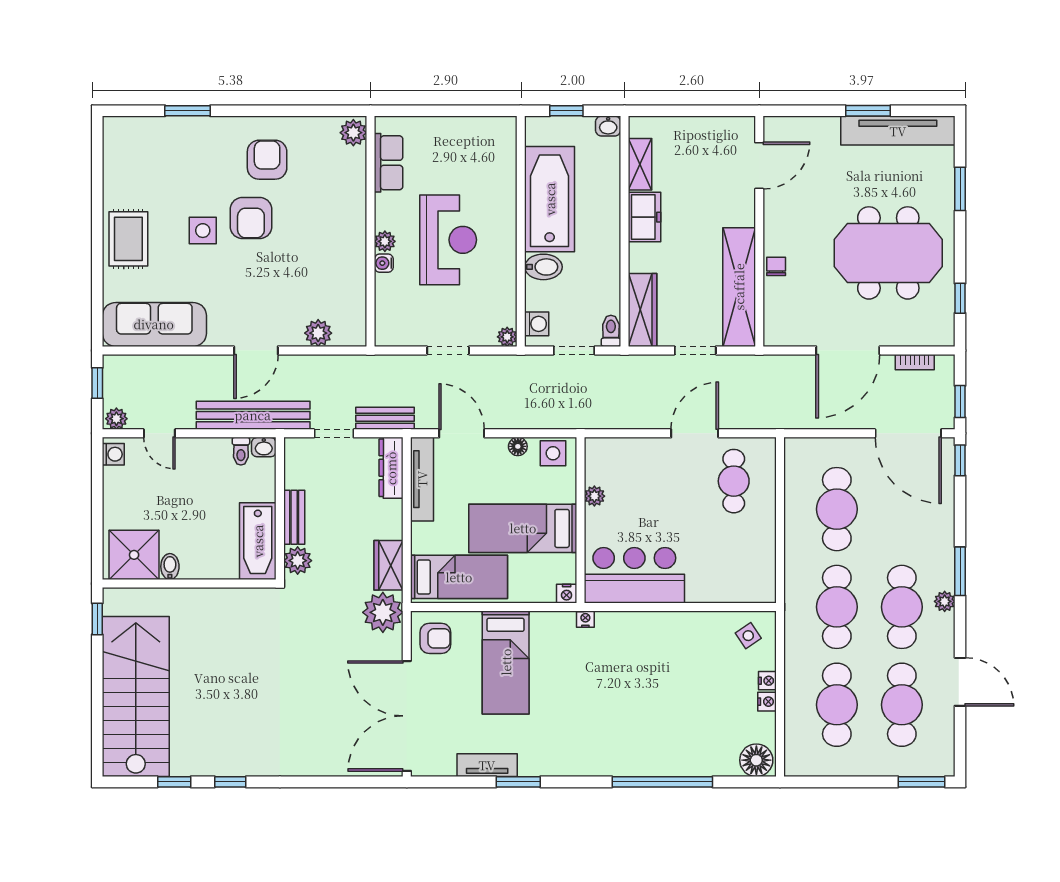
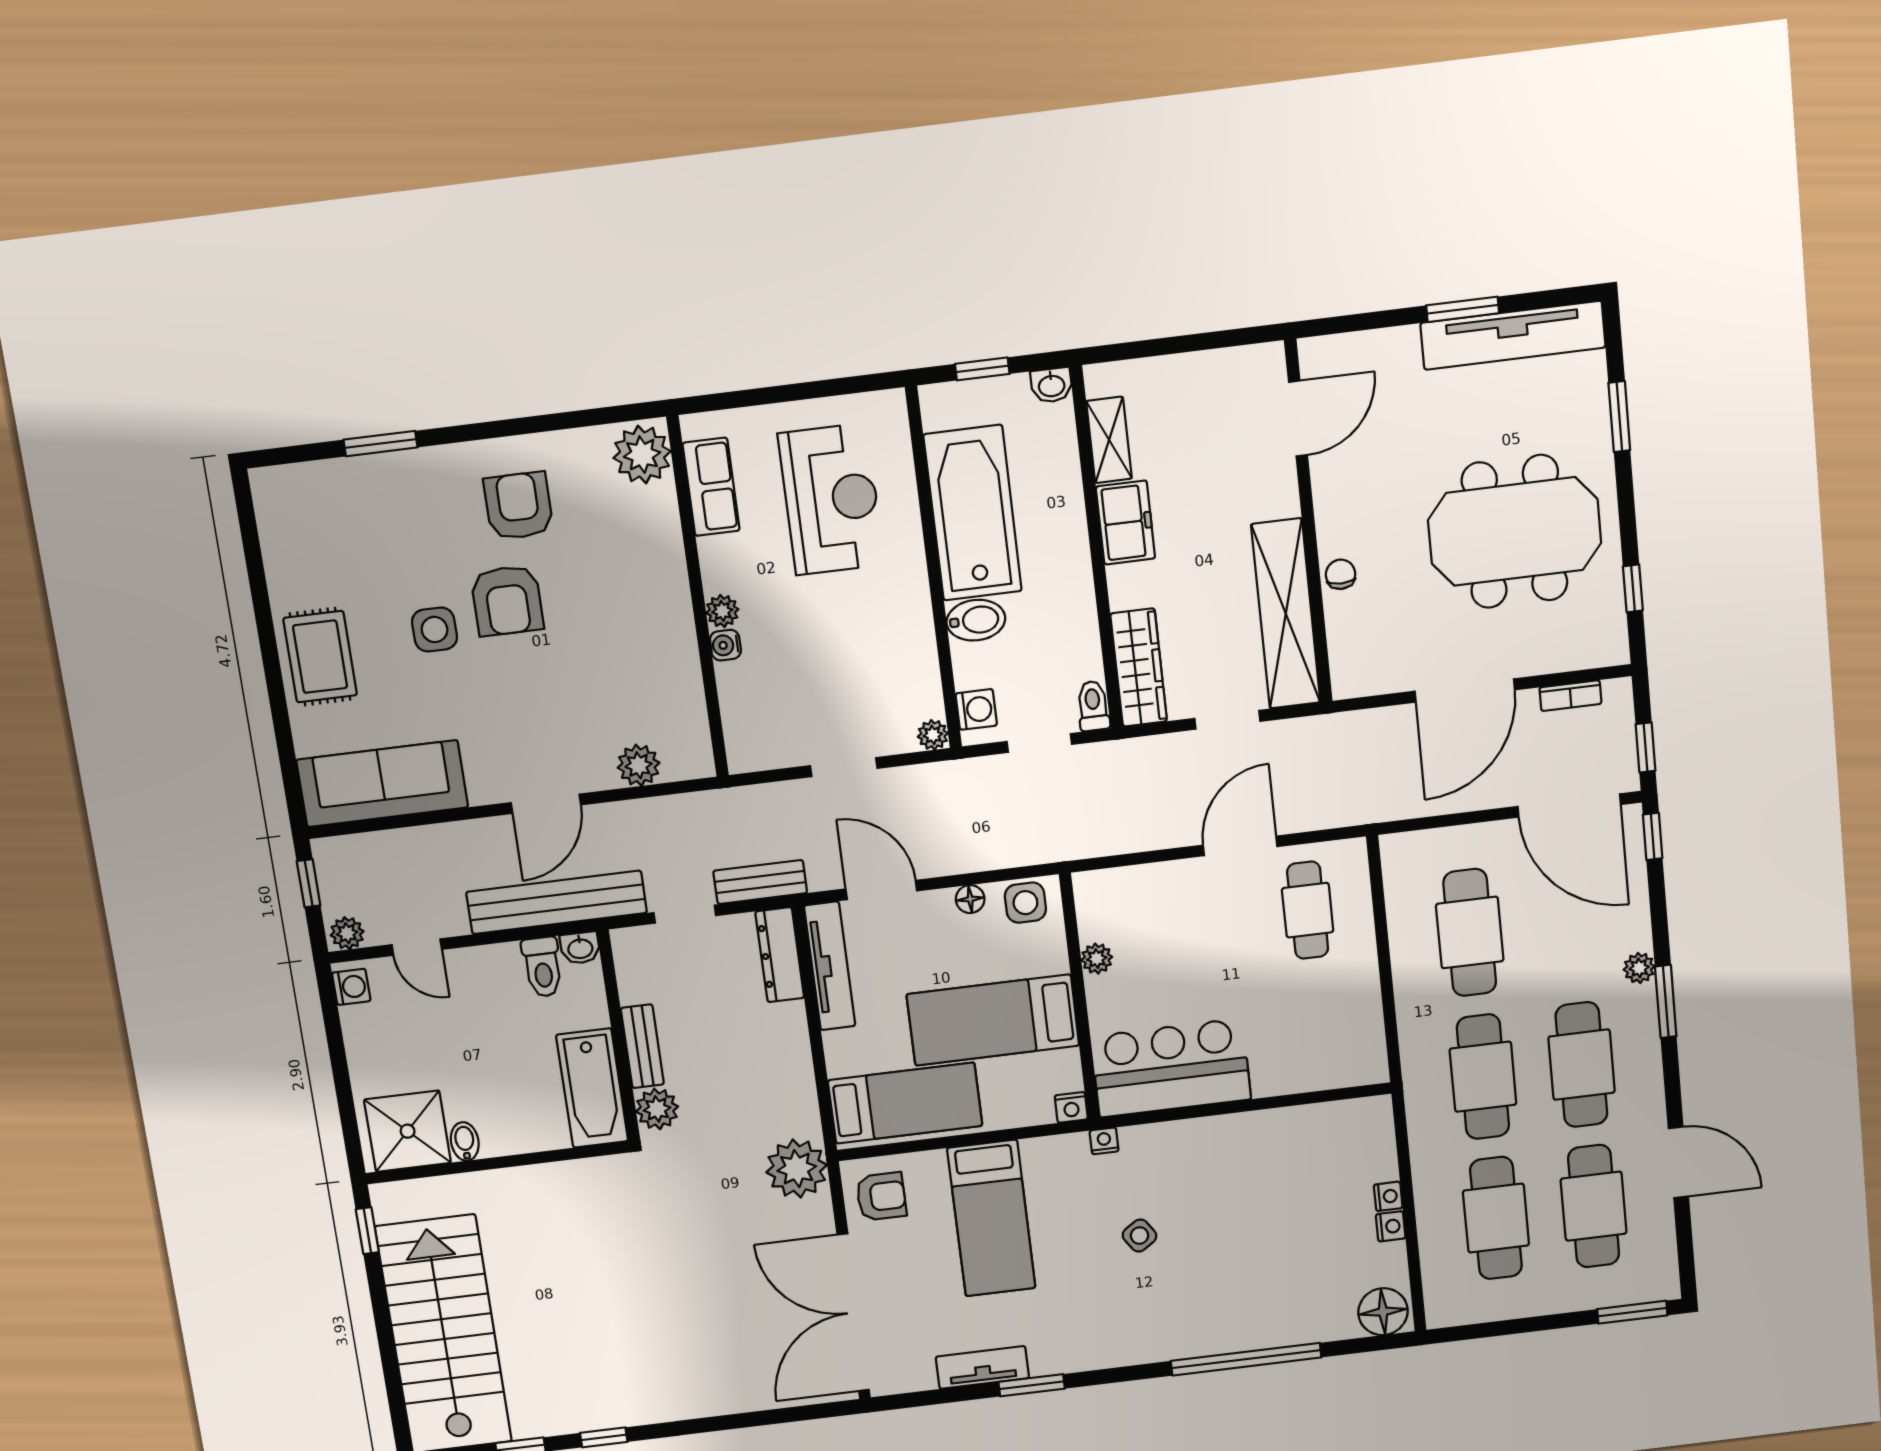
plant: (353, 133) -> (642, 455), width x1.36, depth x1.36
reception desk: (448, 240) -> (831, 499), moved
toilet: (241, 451) -> (542, 967), width x1.37, depth x1.39
wardrobe: (389, 565) -> (796, 1099), removed
plant: (945, 601) -> (1639, 968), moved
side table: (748, 636) -> (1139, 1236), moved

